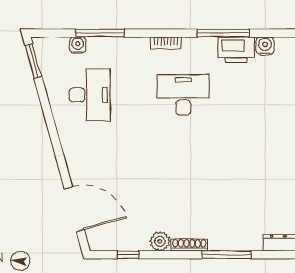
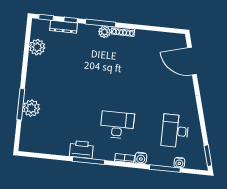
water cooler: (265, 46) -> (141, 158), moved
desk: (183, 95) -> (117, 125), turned 180
plant: (160, 241) -> (104, 32), moved
window: (128, 255) -> (71, 20), moved

